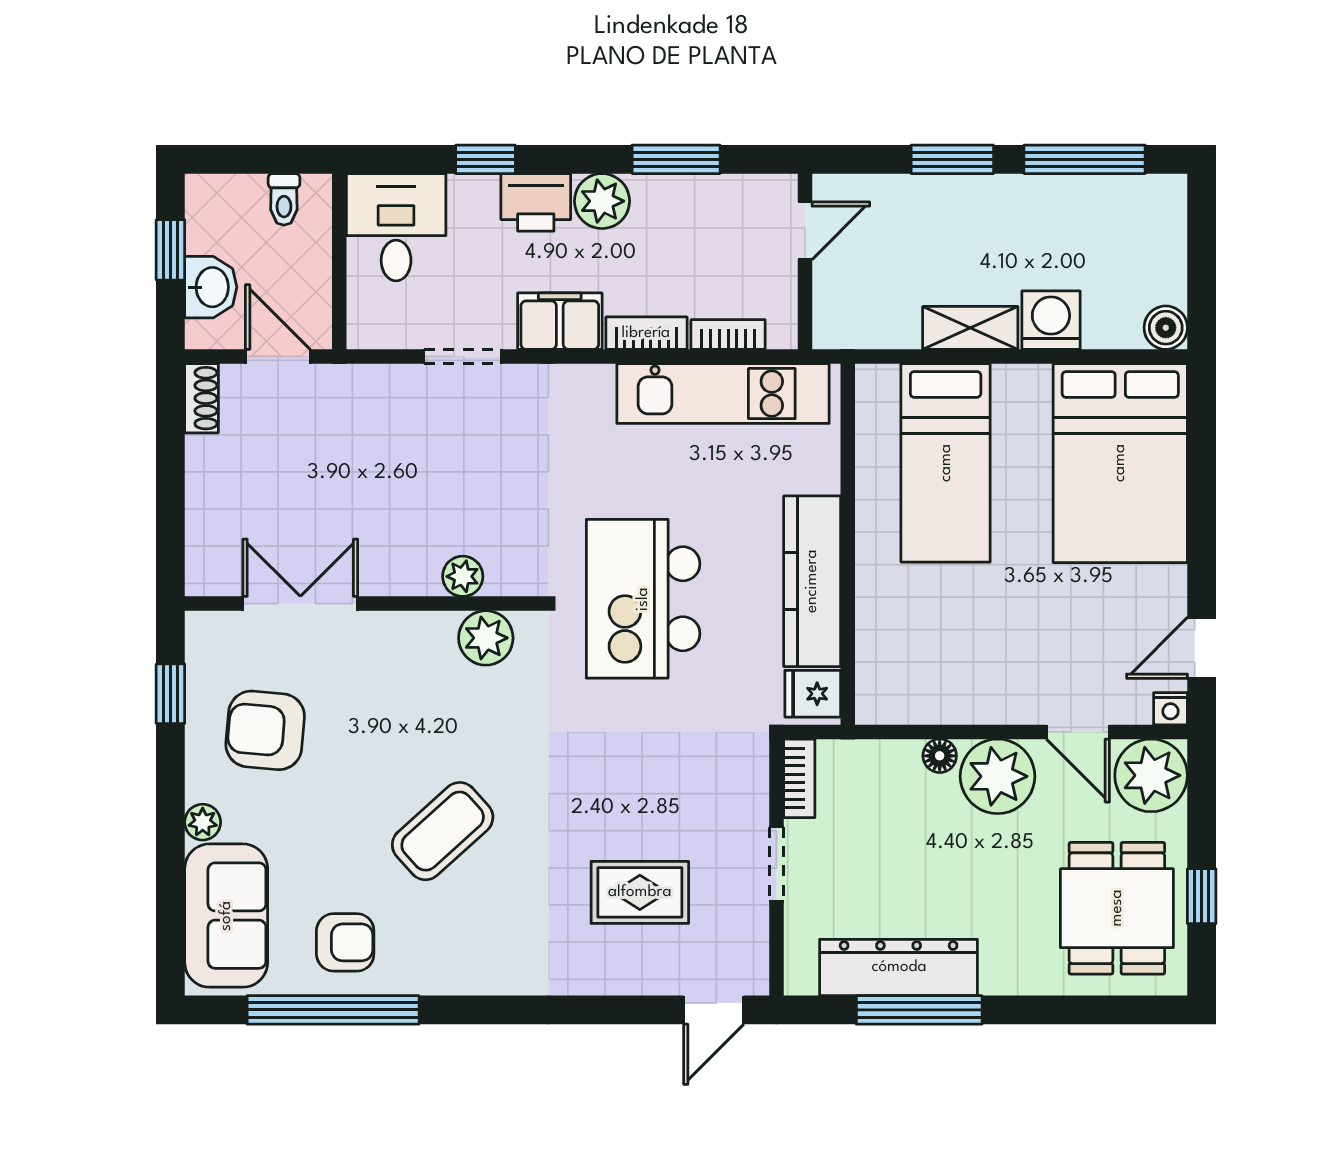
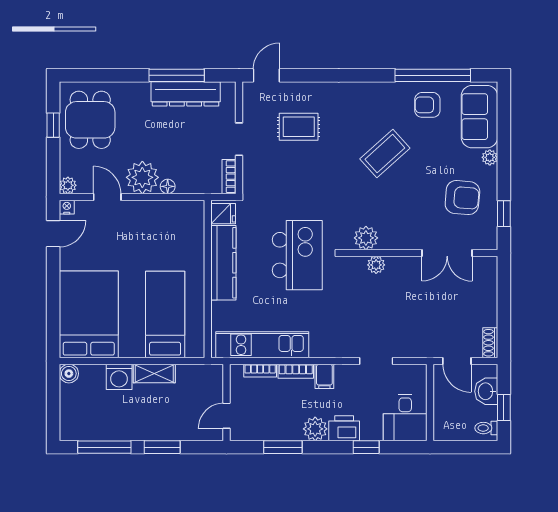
toilet: (284, 199) -> (486, 428), moved, turned -90
filing cabinet: (560, 321) -> (324, 376), width x0.50
plant: (1151, 775) -> (68, 185), width x0.53, depth x0.53

